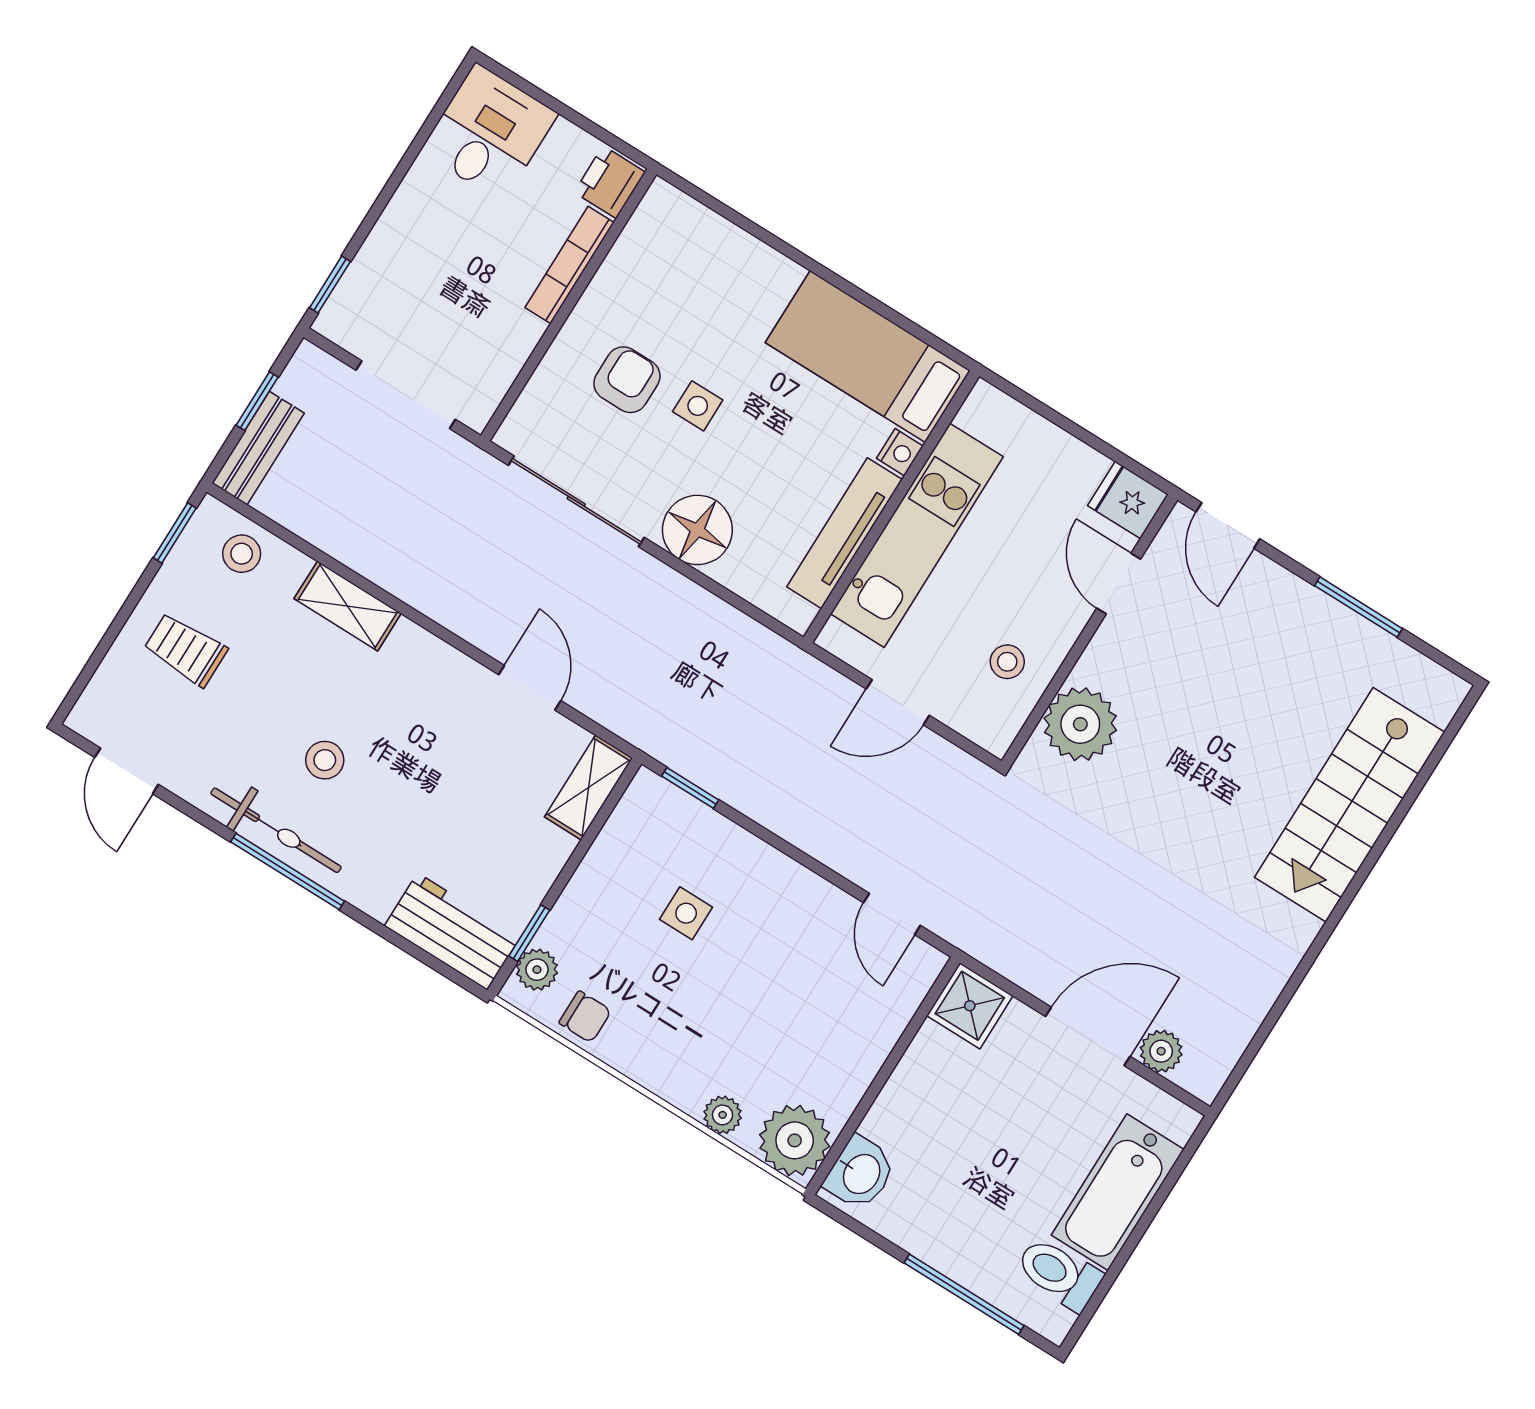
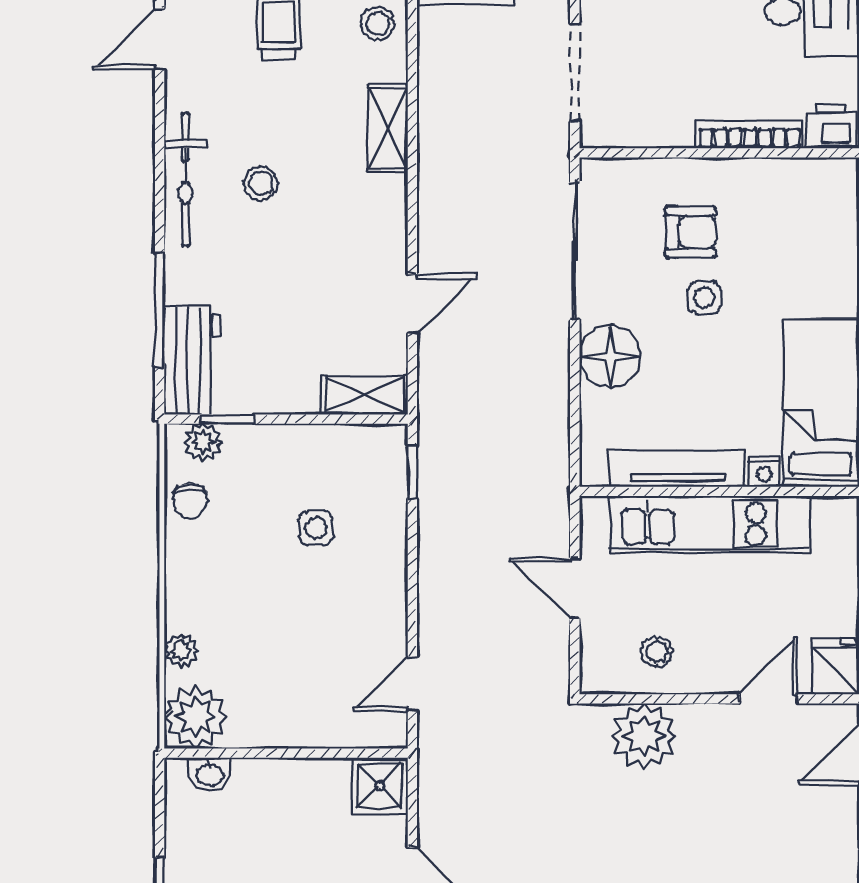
window: (288, 872) -> (160, 310), moved
washbasin: (860, 1173) -> (210, 774), width x0.72, depth x0.69

